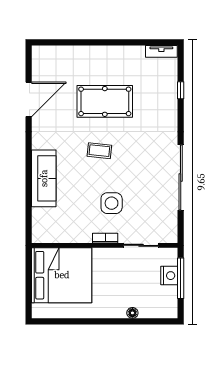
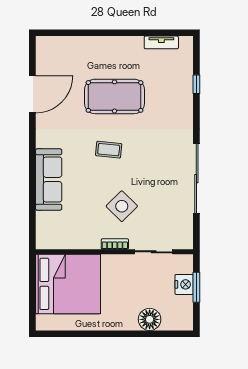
tv unit: (161, 51) -> (161, 42), moved
side table: (112, 203) -> (122, 206), turned 45
window: (181, 278) -> (196, 287), width x0.69
floor lamp: (132, 313) -> (150, 319), width x1.89, depth x1.89

